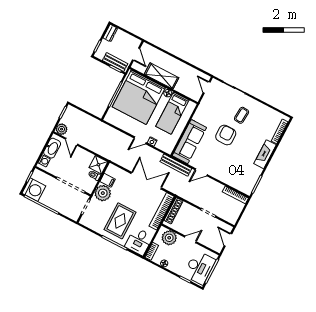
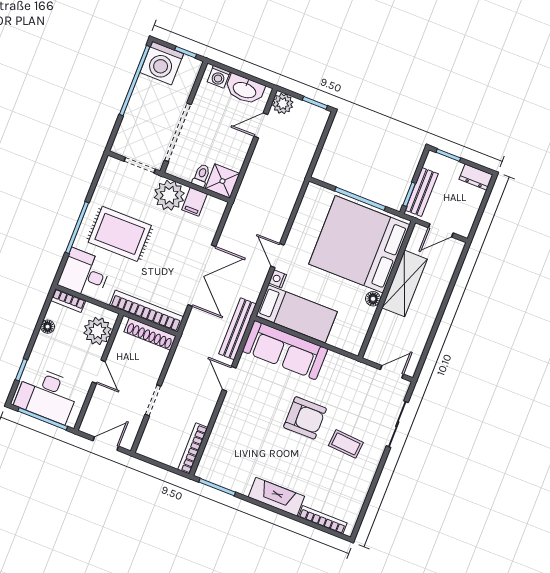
bed: (172, 113) -> (297, 314), moved, turned 180

